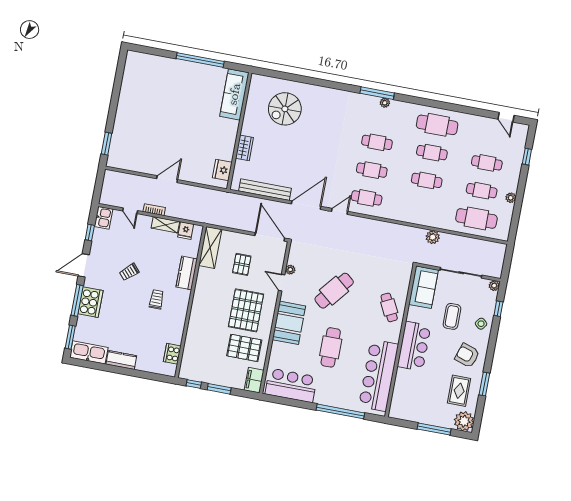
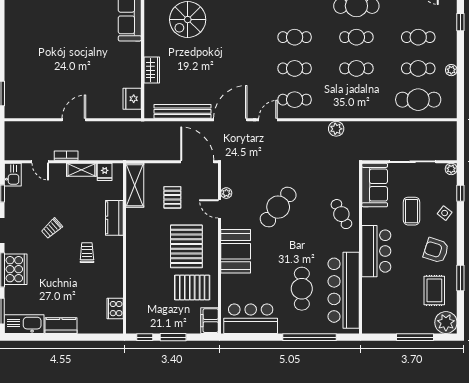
plant: (433, 237) -> (336, 129), moved
cafe table: (331, 347) -> (302, 289), moved

